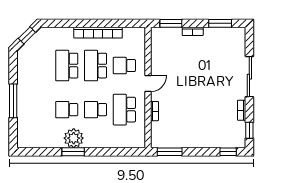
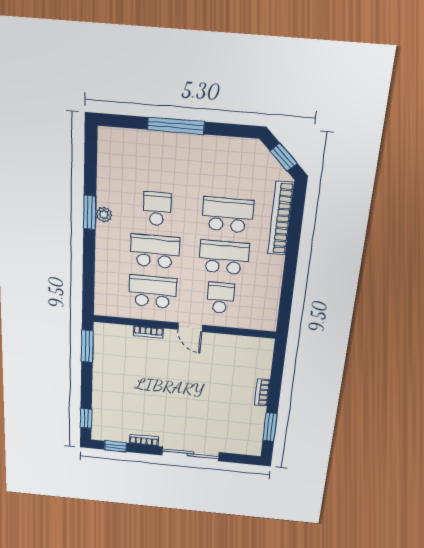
window: (171, 23) -> (278, 366), removed
bookcase: (98, 33) -> (281, 219), moved
school desk: (96, 110) -> (155, 251), width x1.85
plant: (74, 138) -> (104, 215), width x0.53, depth x0.53

